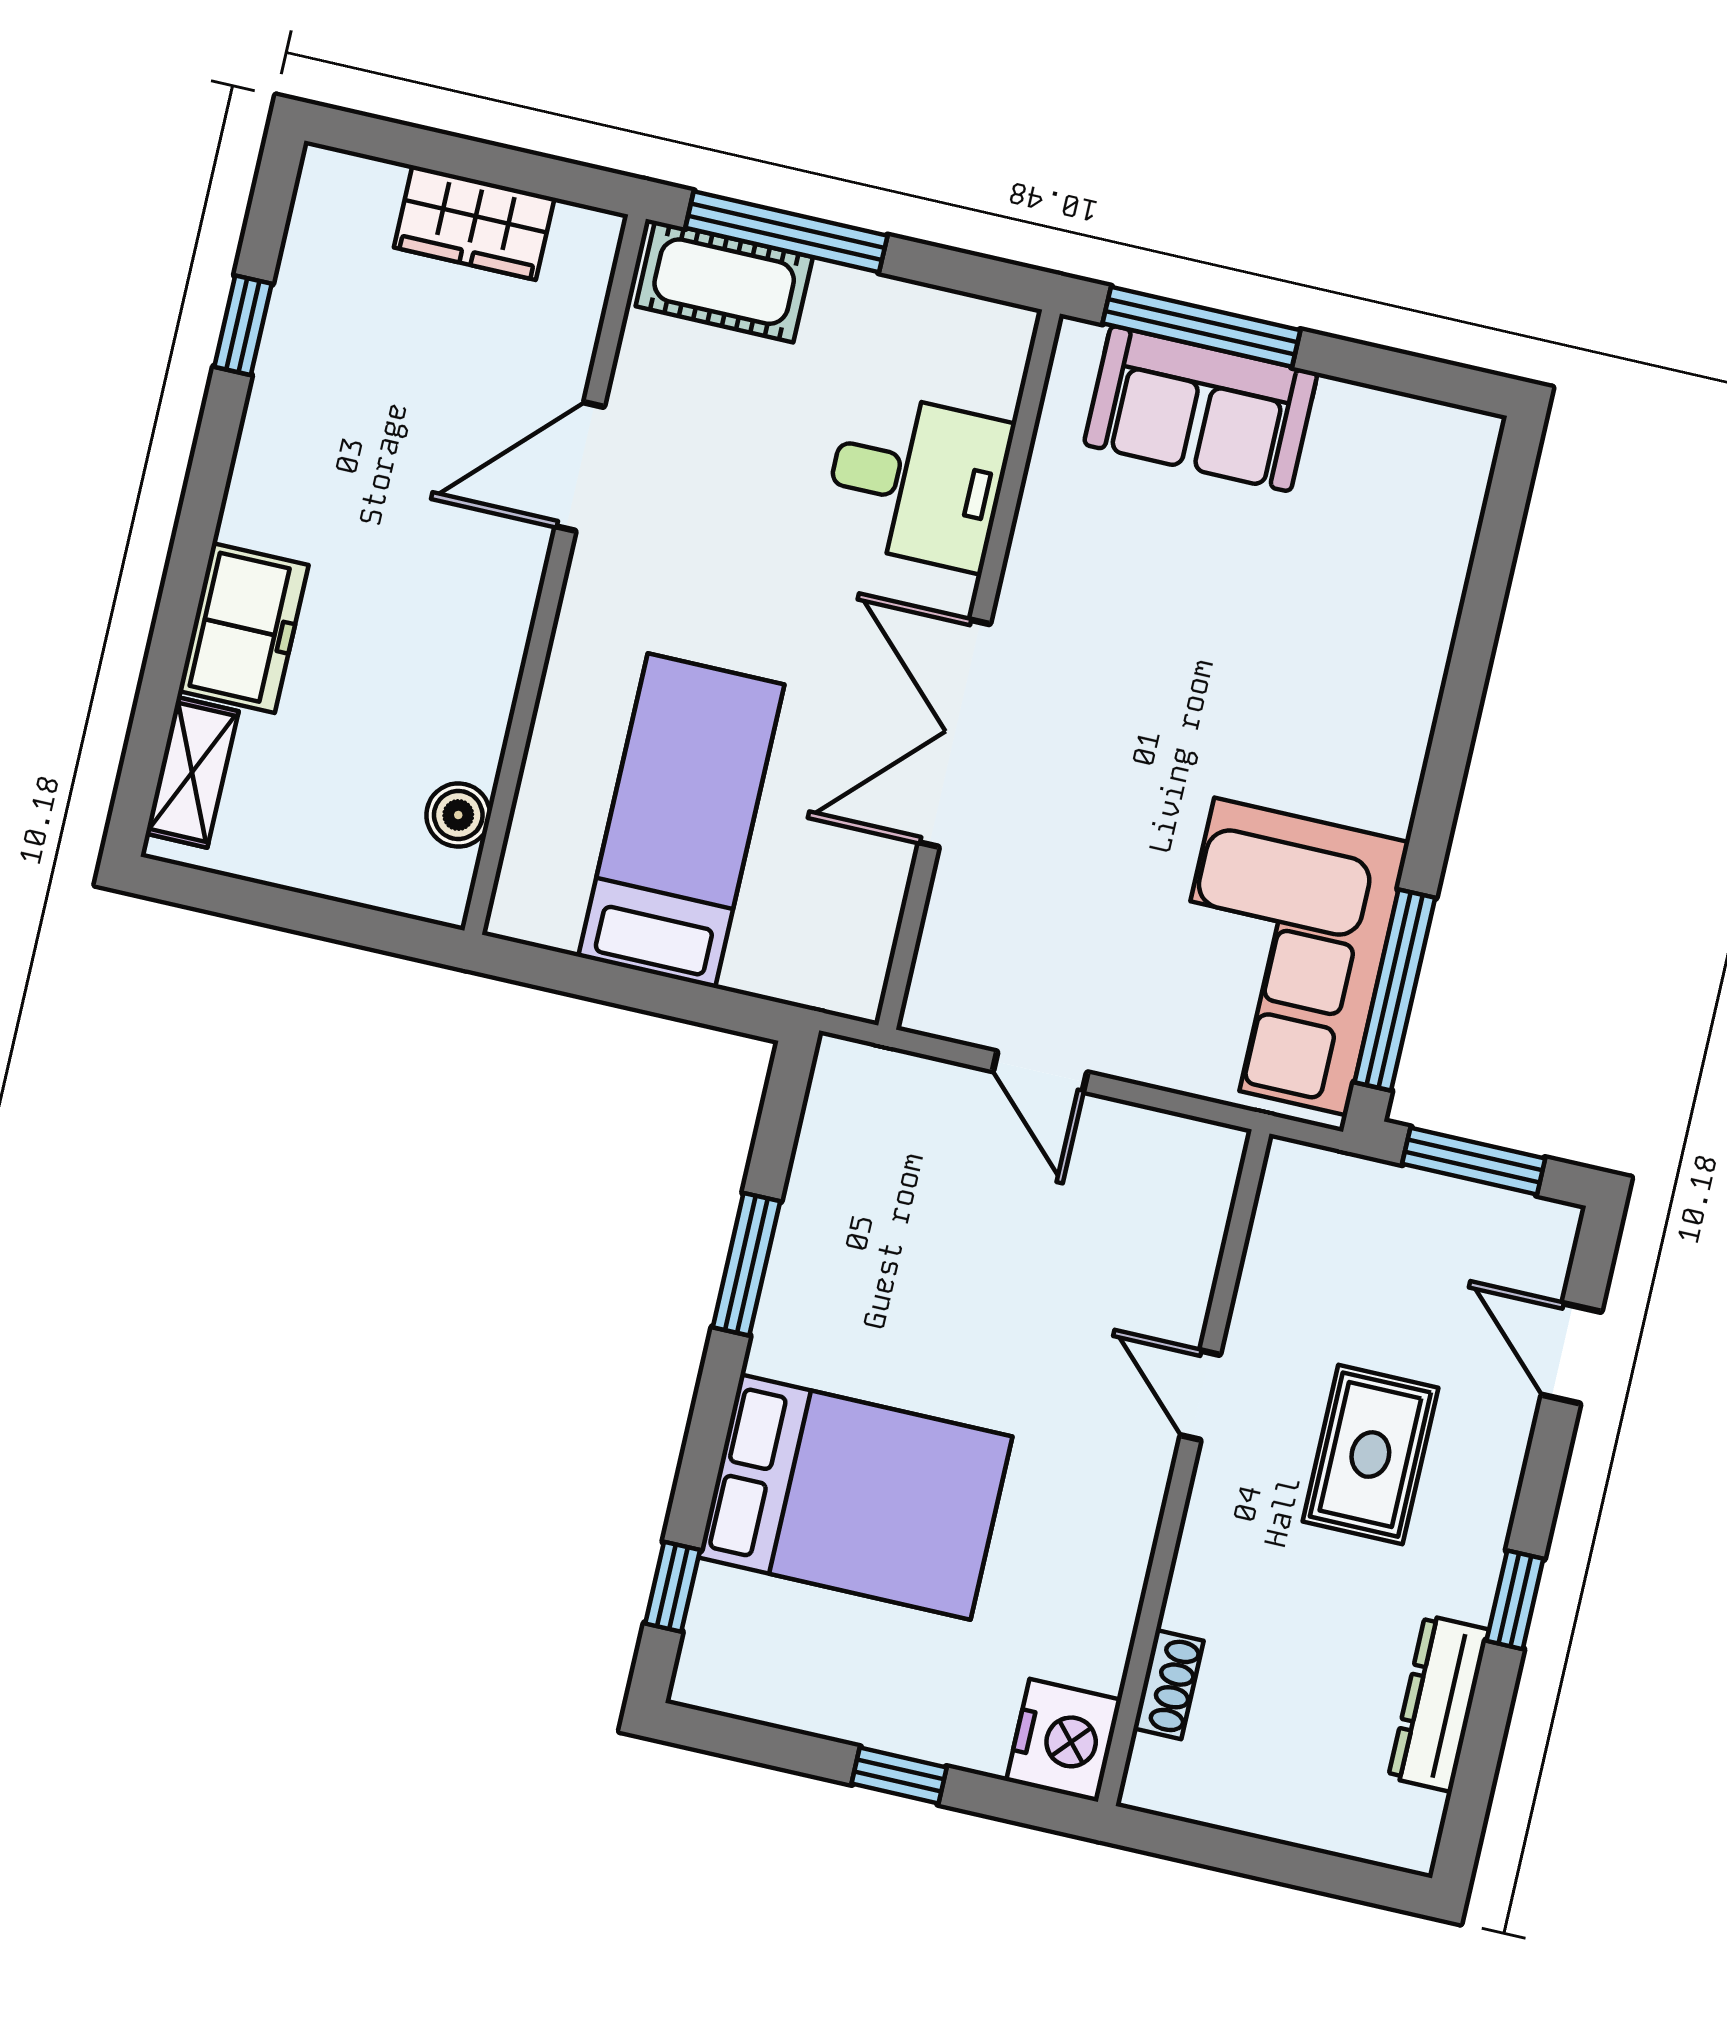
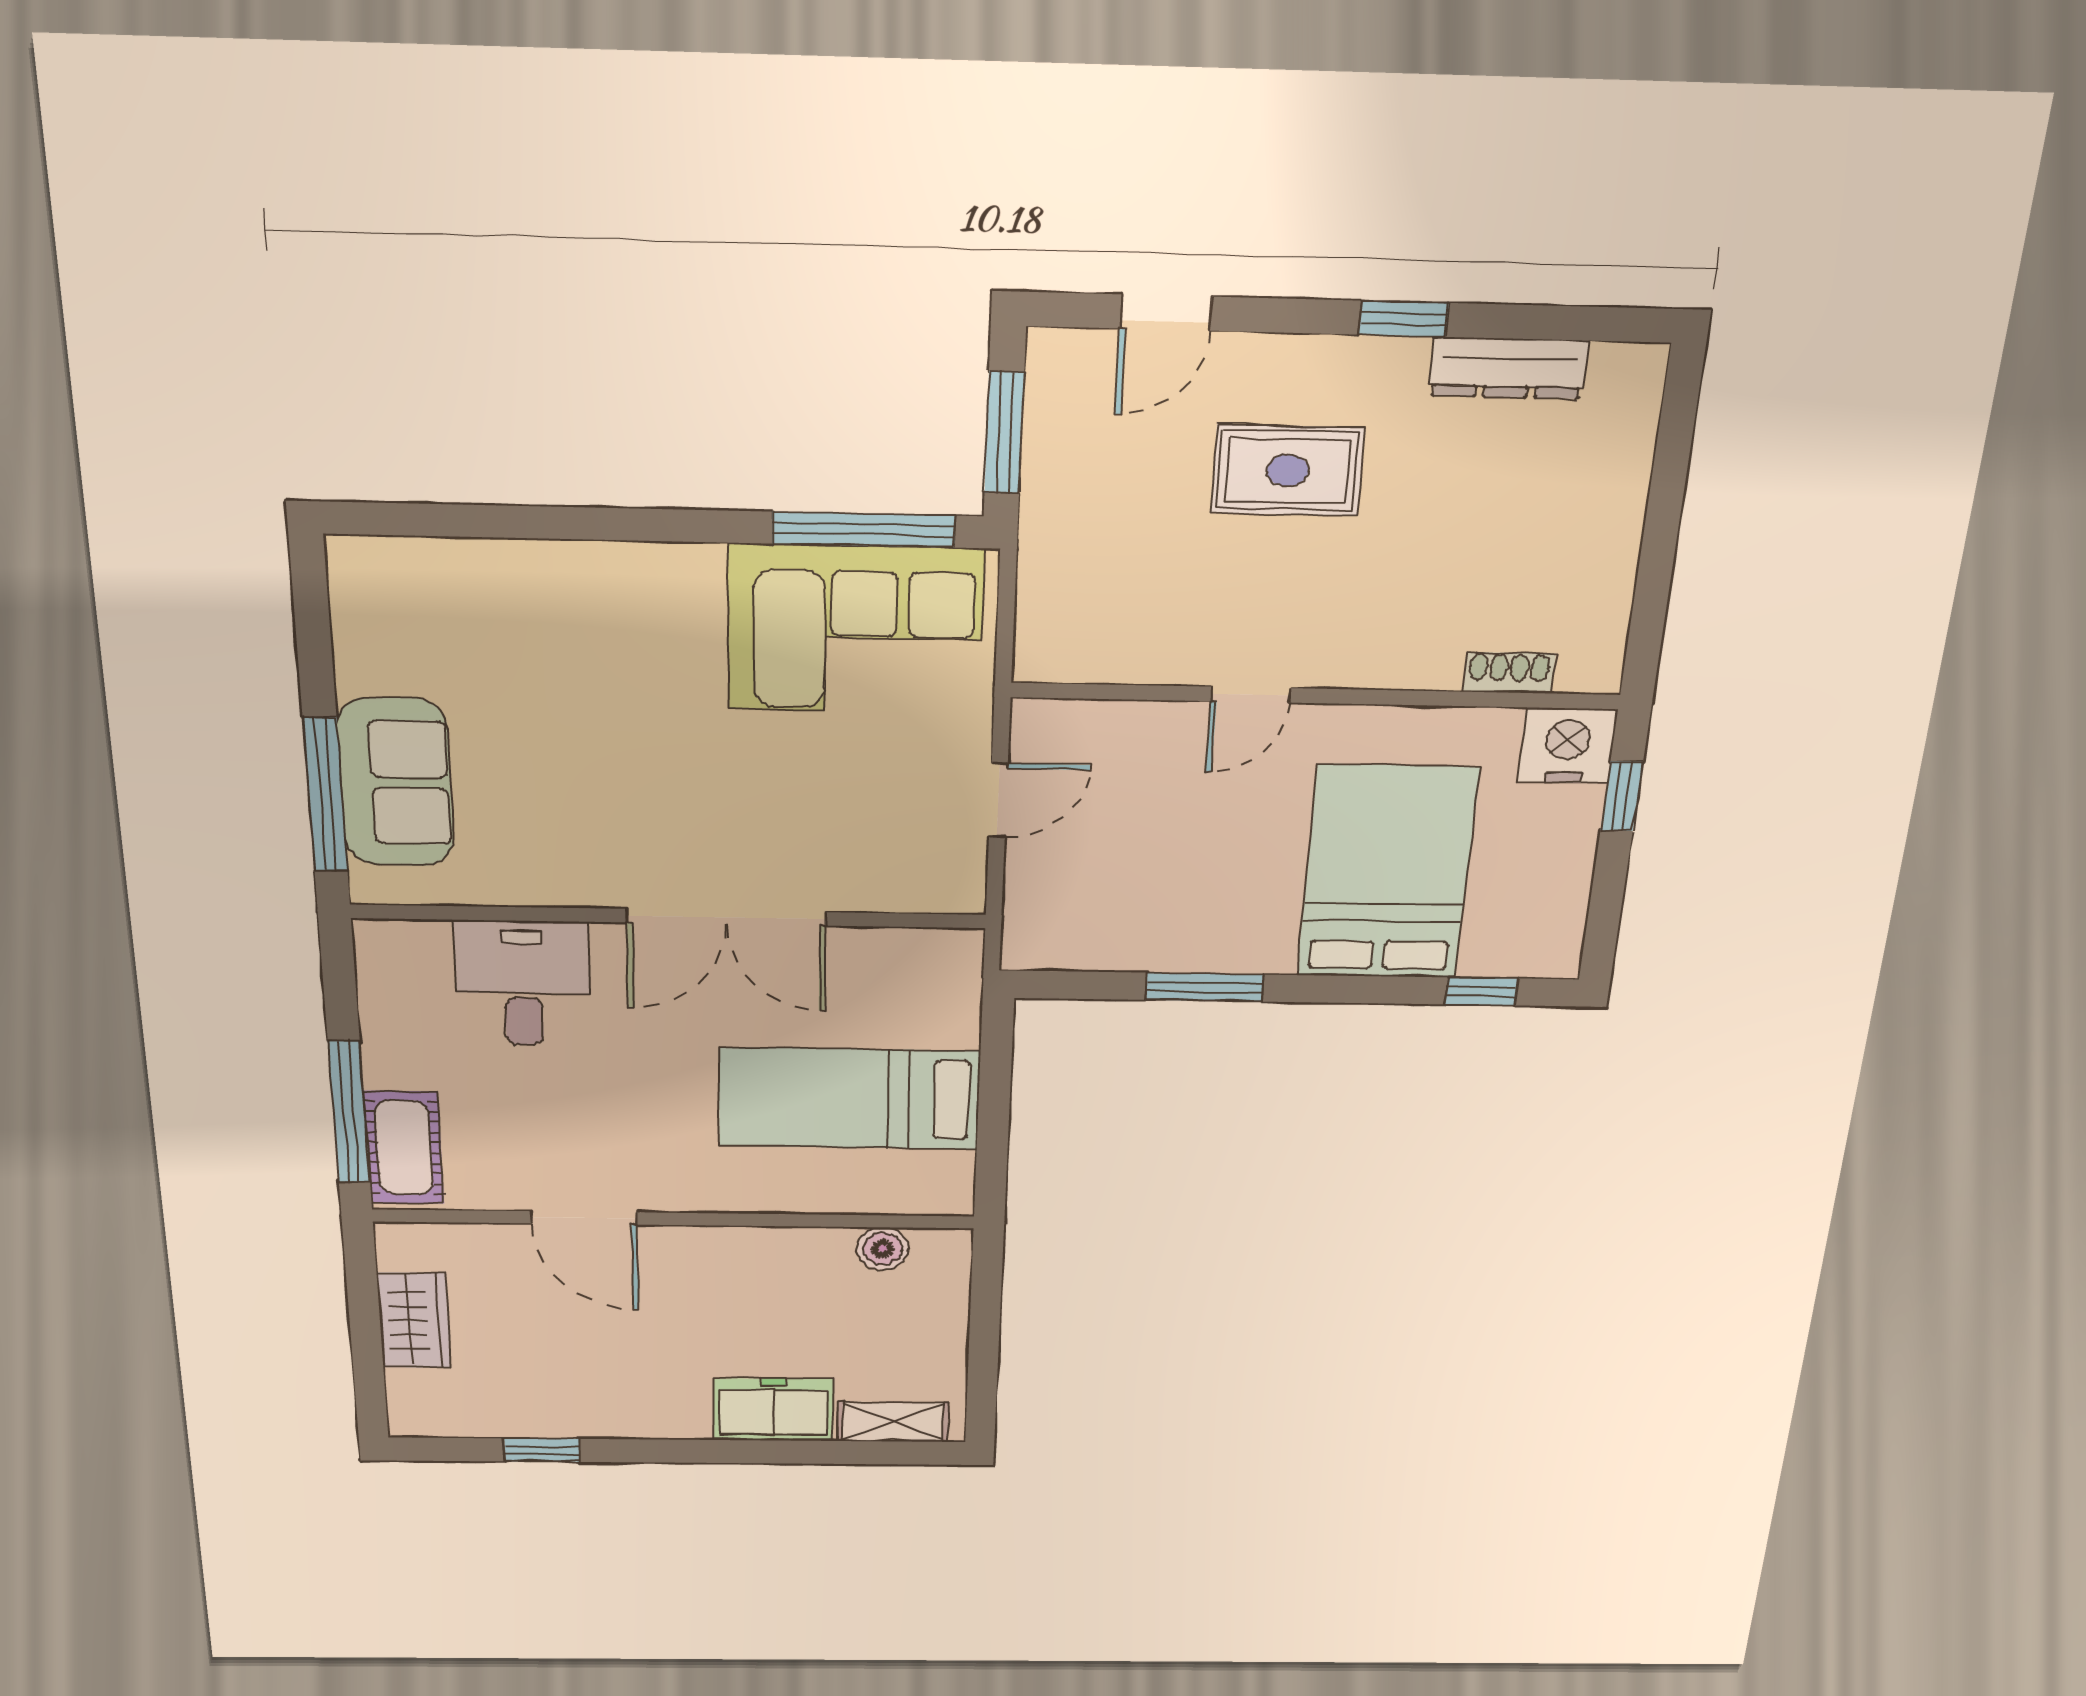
door: (1200, 1395) -> (1251, 695), moved
wall: (1184, 1468) -> (1317, 696), moved
shoe rack: (1168, 1685) -> (1509, 673), moved
nightstand: (1064, 1740) -> (1567, 746), moved

